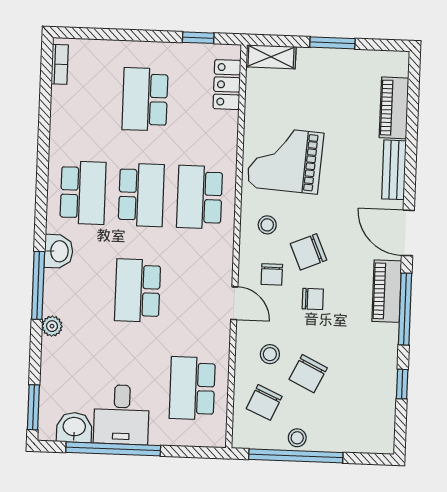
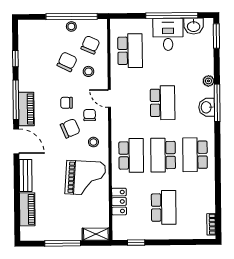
window: (332, 43) -> (63, 243), width x1.44
locker: (227, 85) -> (119, 202), moved
washbasin: (59, 251) -> (207, 107), moved

